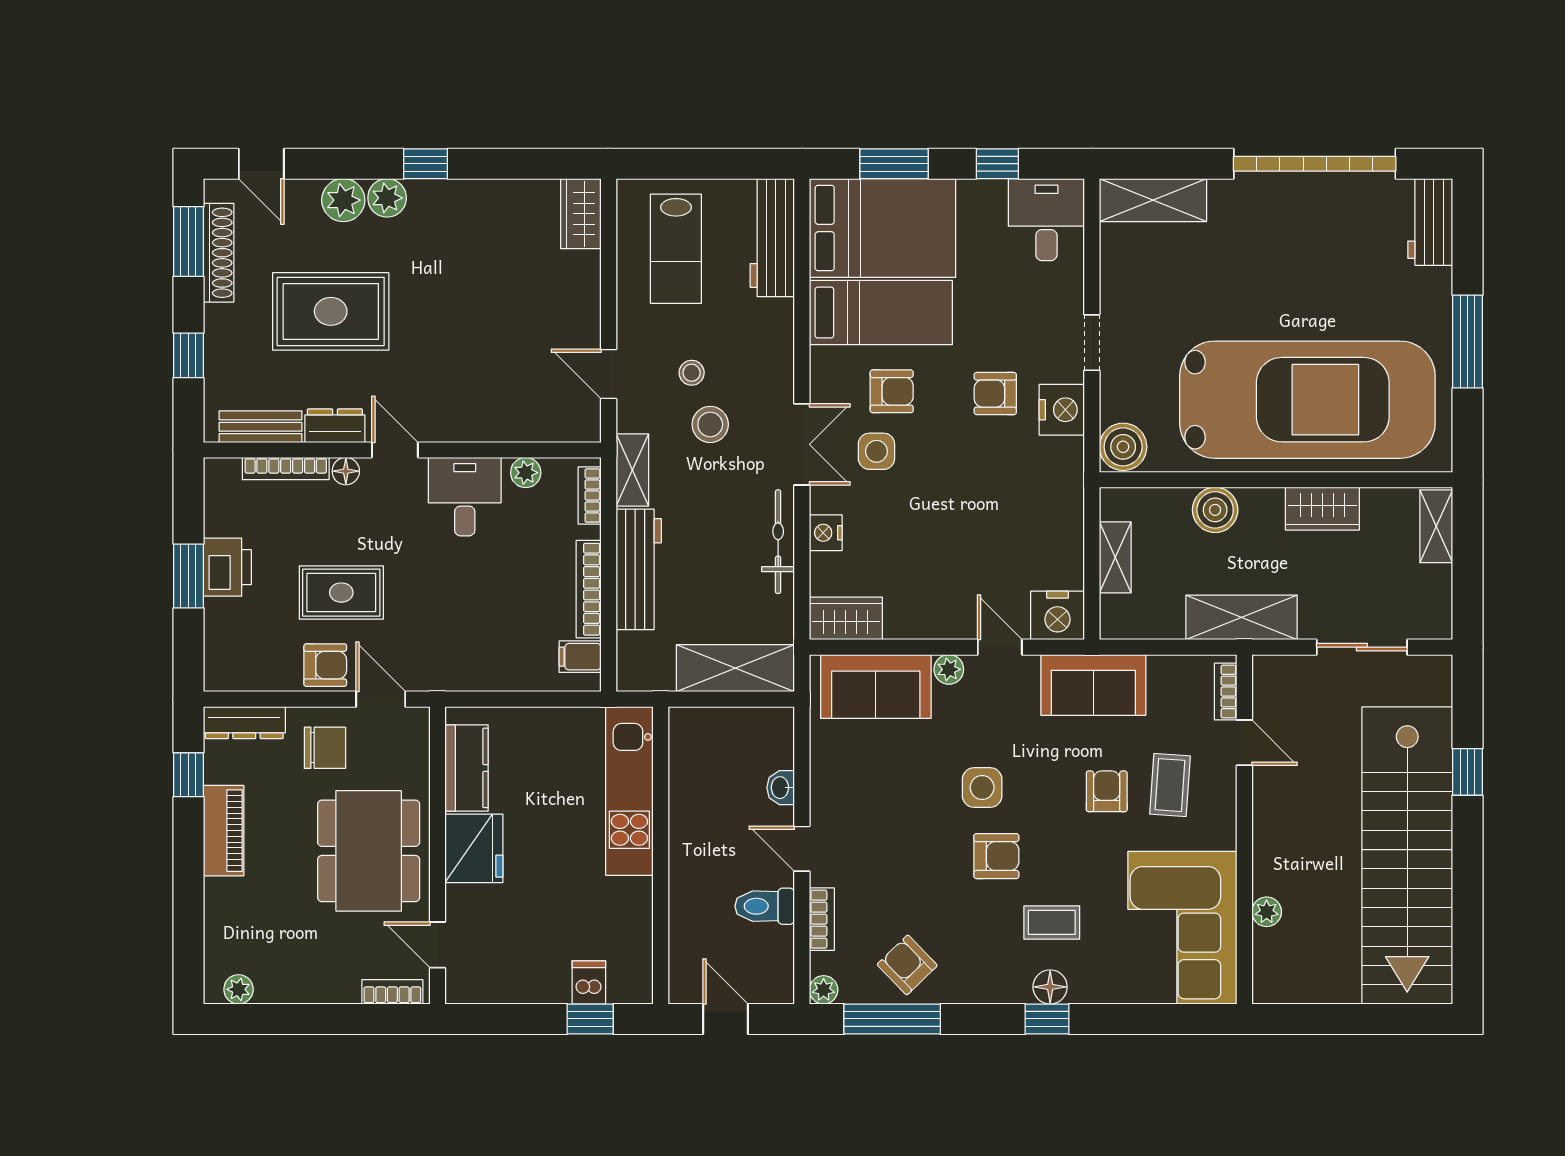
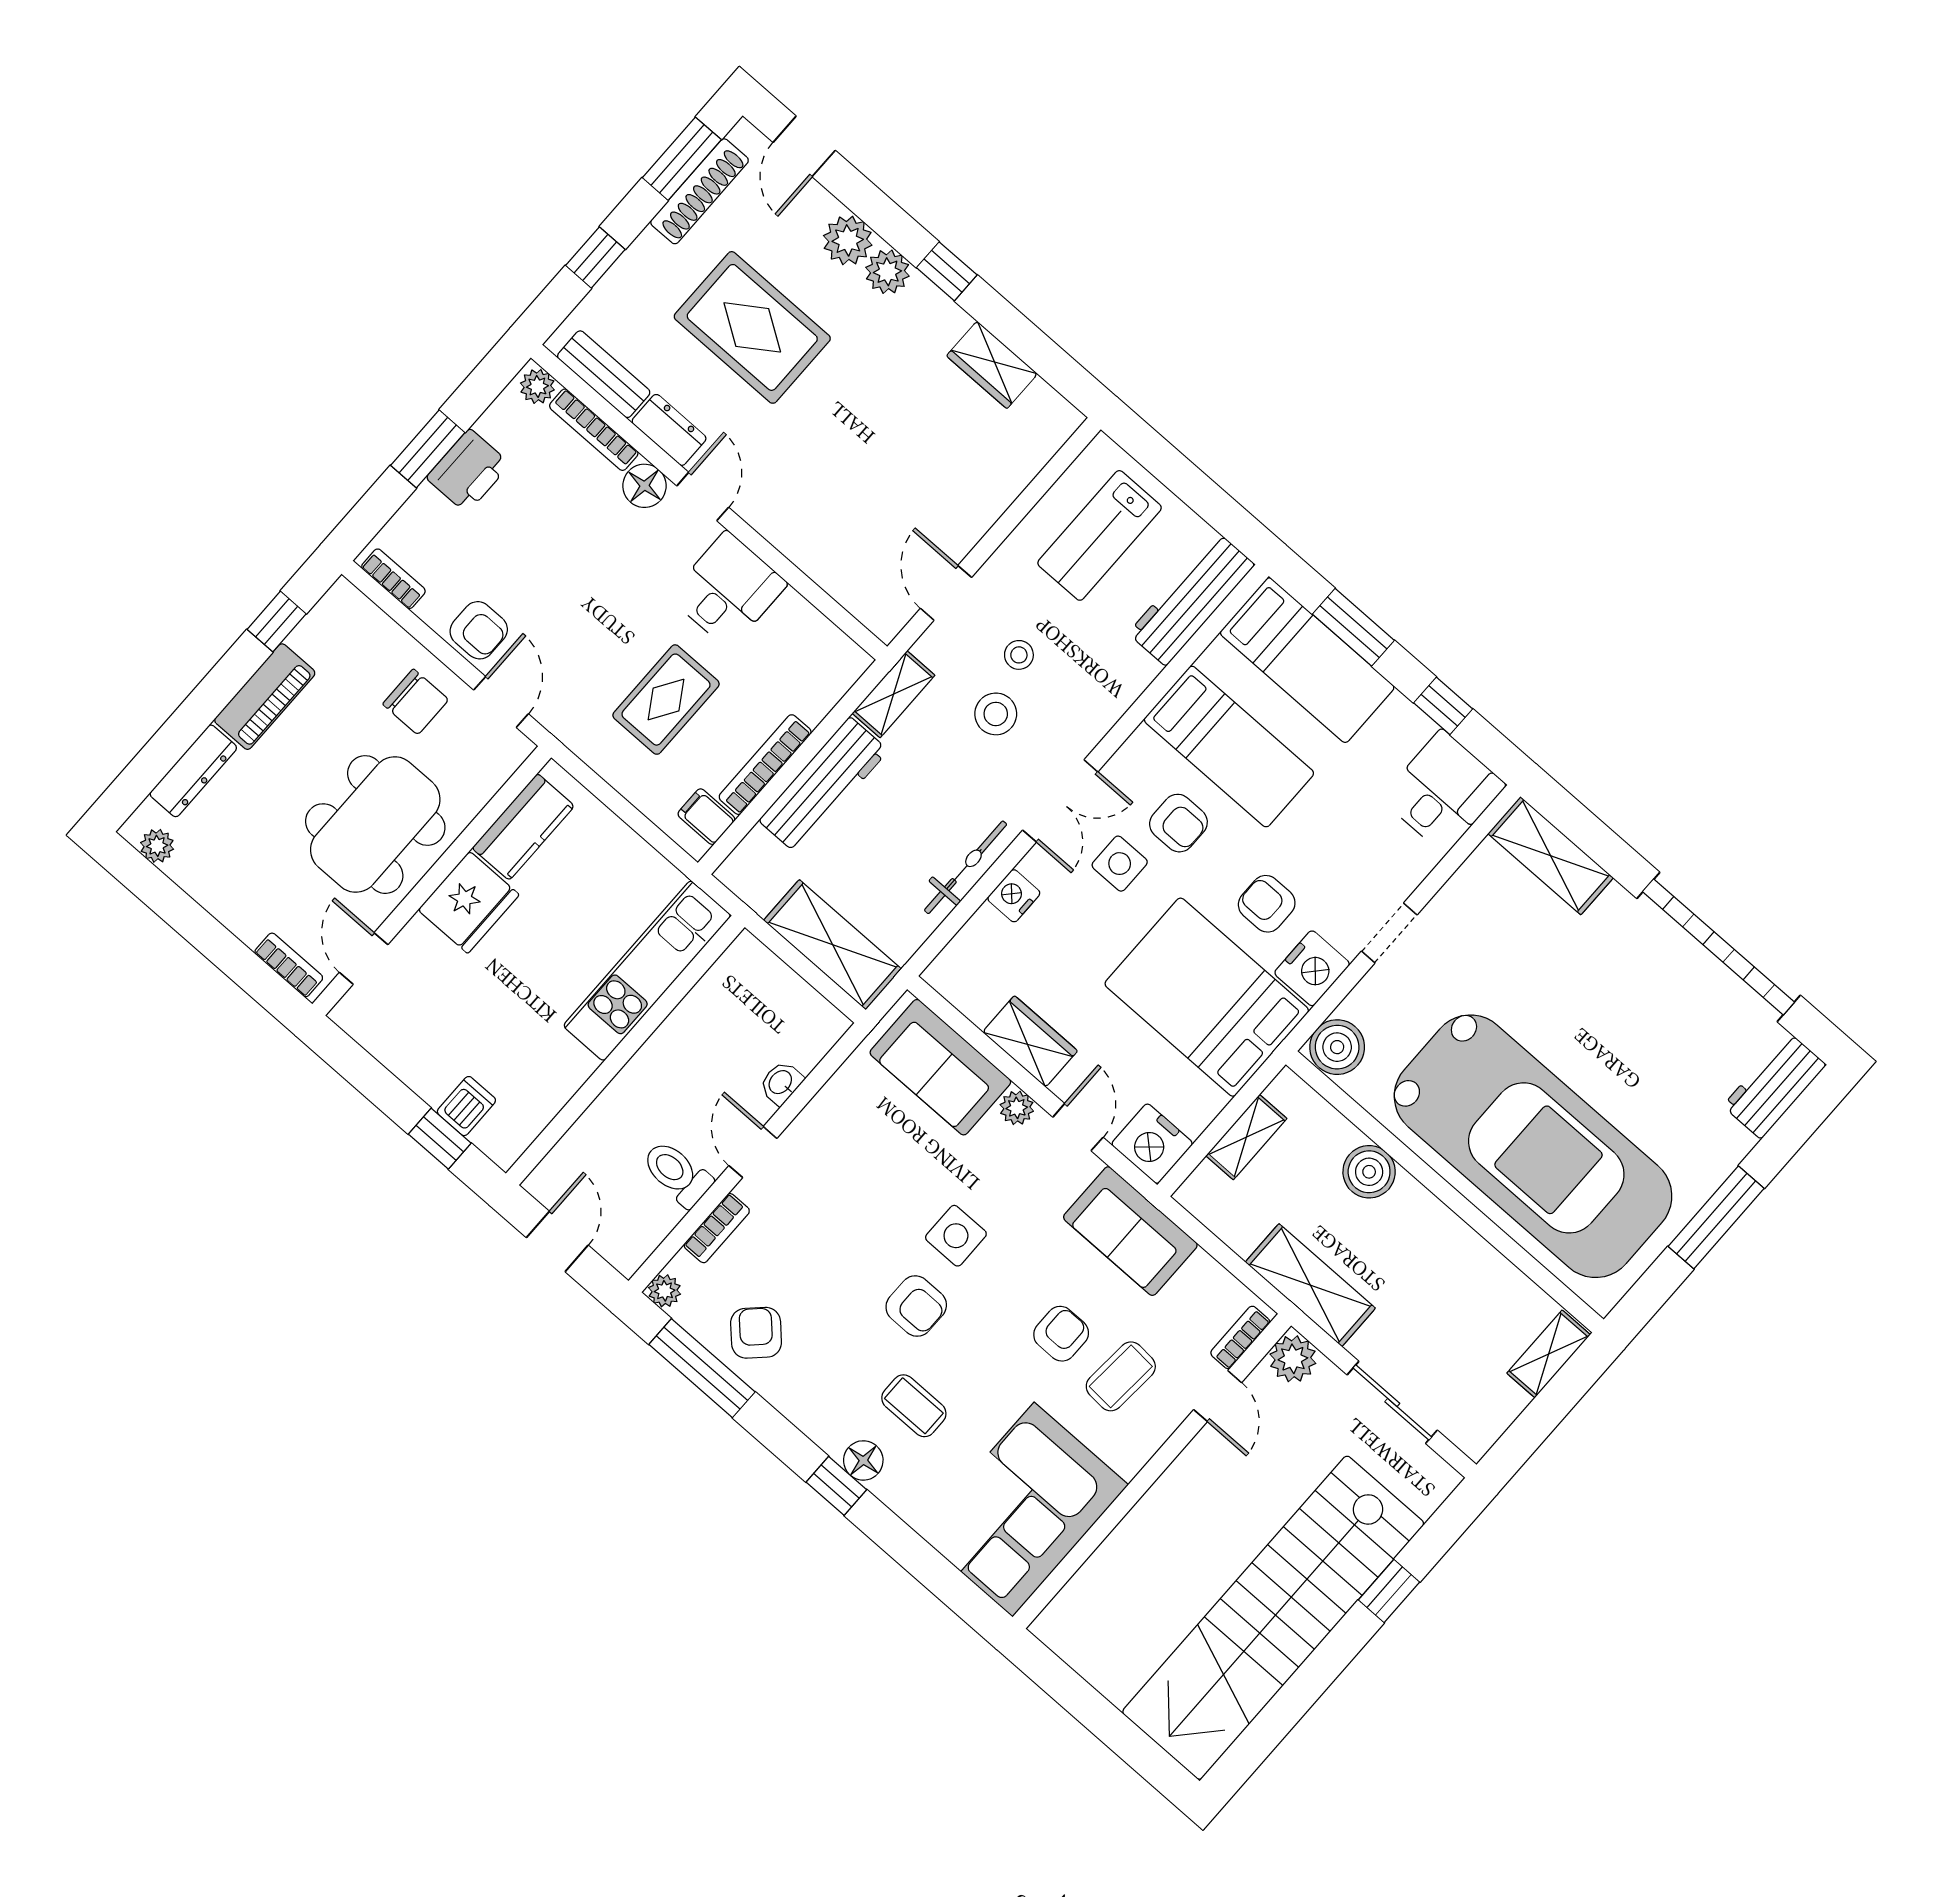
wardrobe: (581, 214) -> (992, 365), moved, turned -90
bed: (883, 228) -> (1307, 660), width x0.67
floor lamp: (346, 471) -> (645, 486), width x1.37, depth x1.37
plant: (526, 473) -> (537, 386), moved
bed: (1009, 489) -> (1207, 997), added
bookcase: (590, 496) -> (393, 579), moved, turned 90
wardrobe: (1322, 509) -> (1463, 1252), removed
rug: (341, 593) -> (666, 700), moved, turned 90
wardrobe: (846, 618) -> (1030, 1041), moved
dresser: (244, 723) -> (193, 771), moved, turned -90
plant: (1267, 912) -> (1293, 1359), moved, width x1.38, depth x1.38

